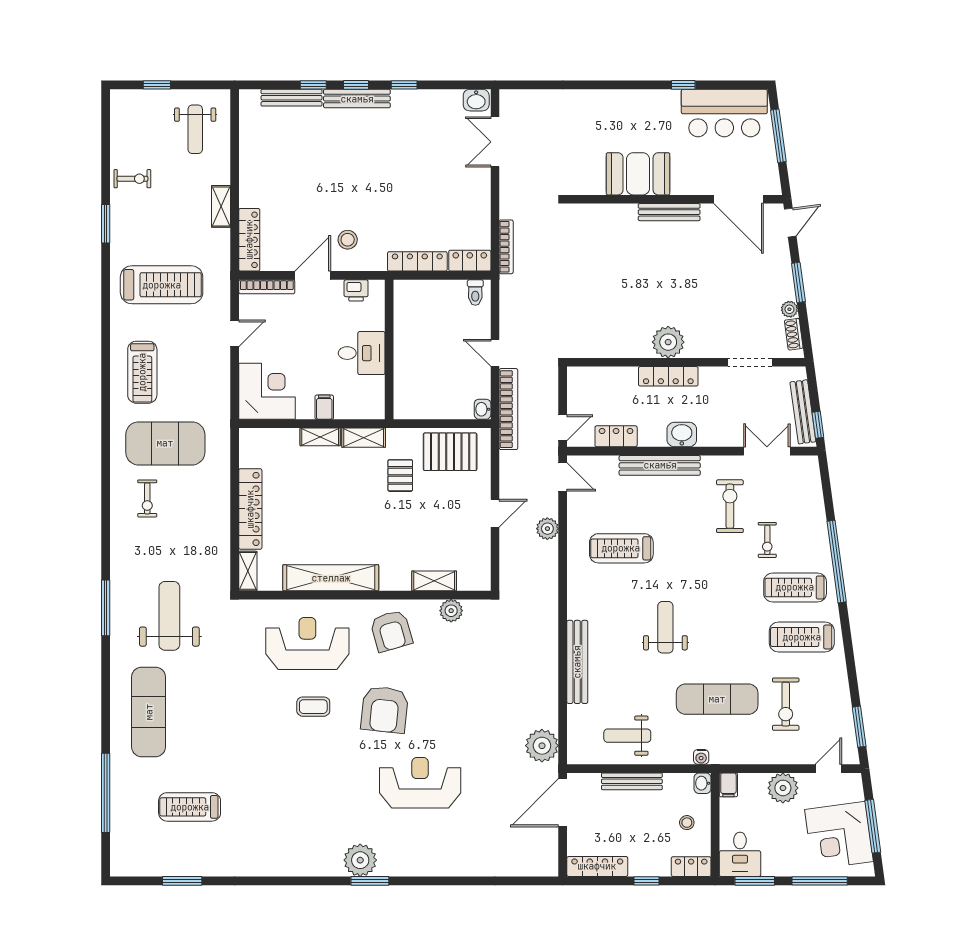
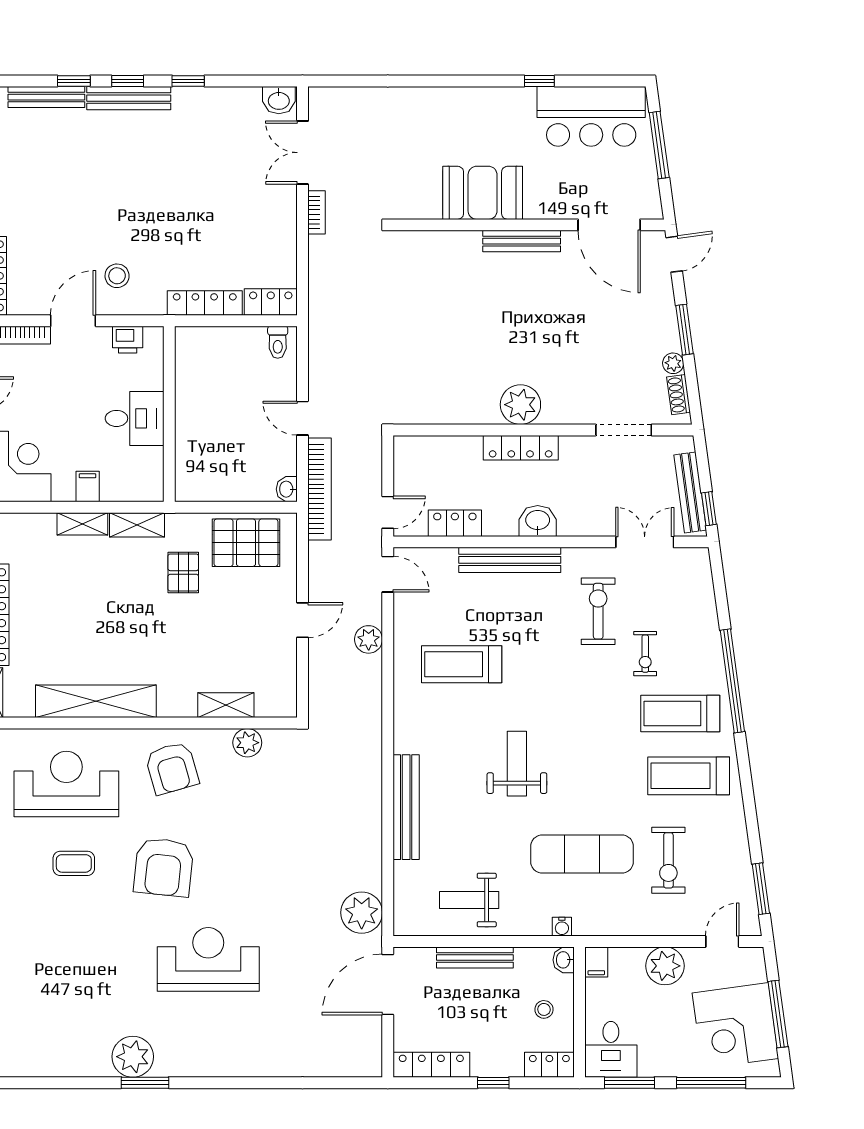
bookcase: (506, 247) -> (317, 212), moved, width x0.64

